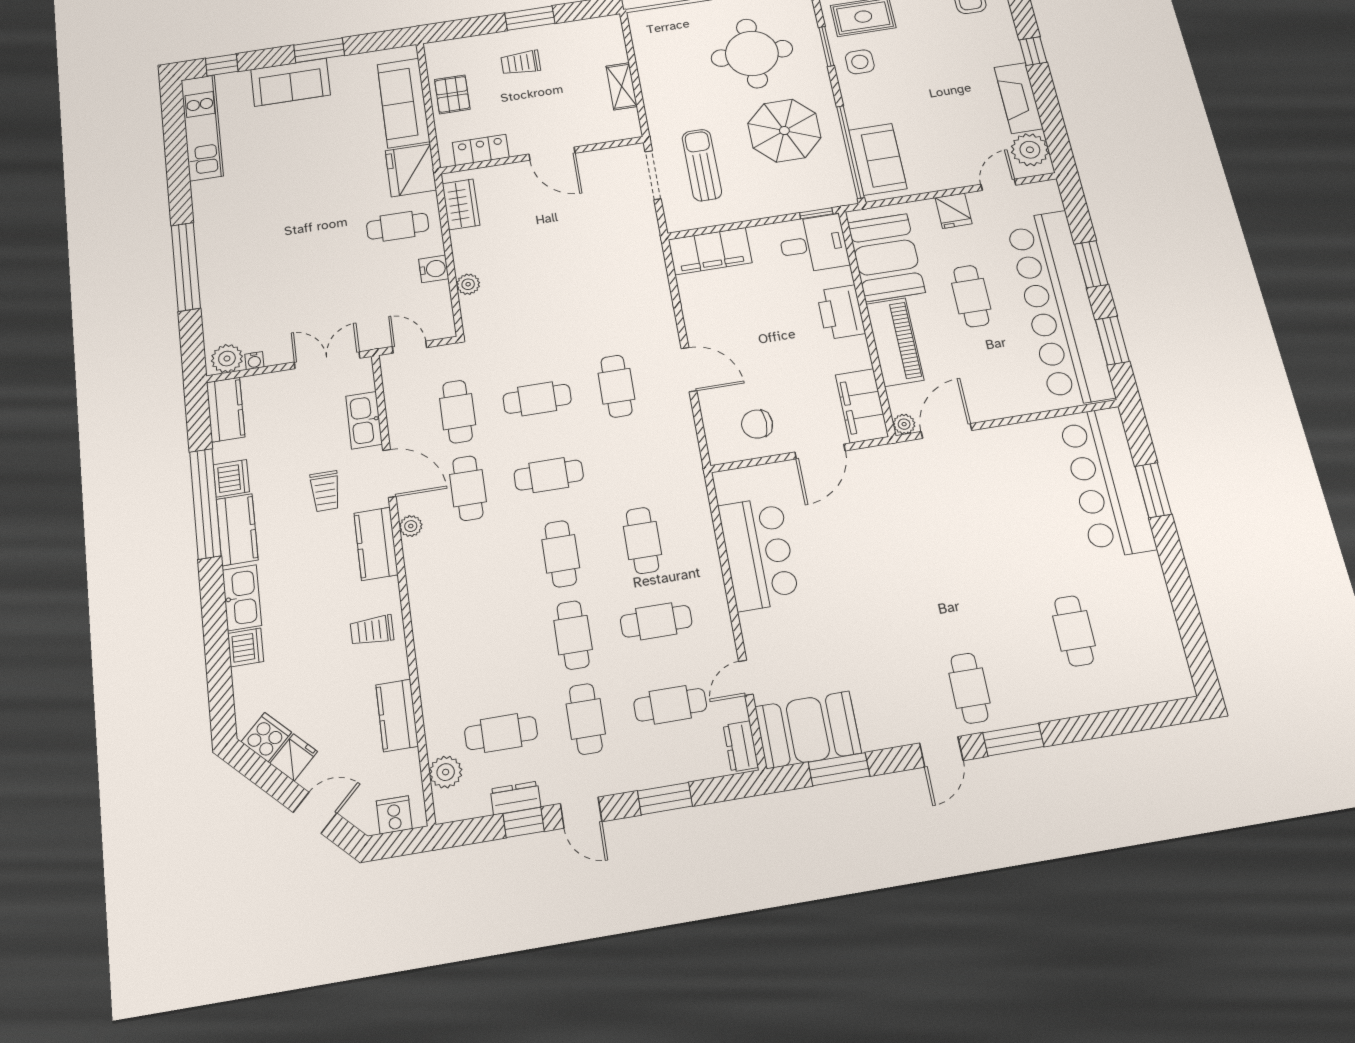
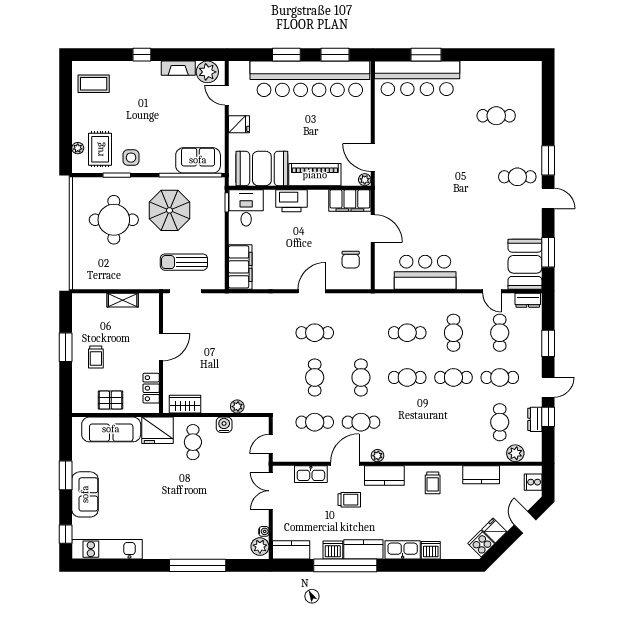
fireplace: (1019, 98) -> (178, 68), width x0.73, depth x0.76
cafe table: (971, 296) -> (294, 126), removed

